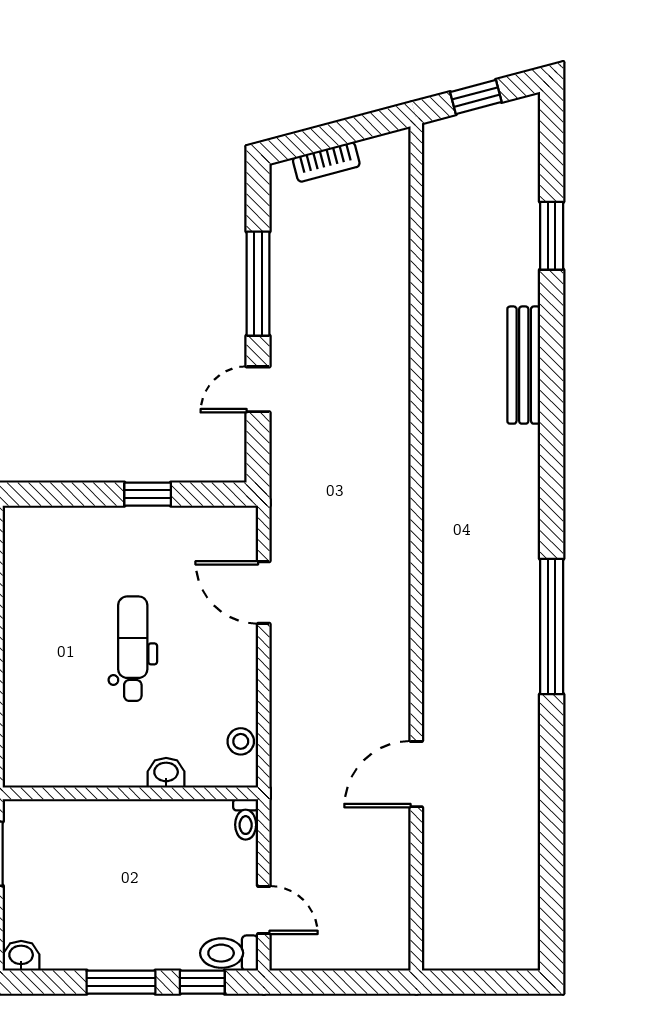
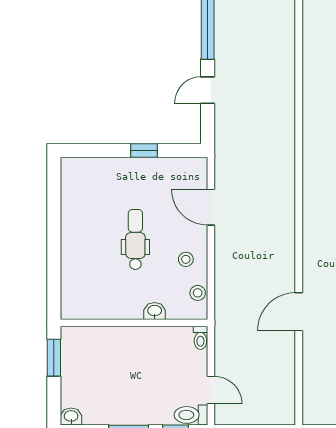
stool: (220, 683) -> (186, 259), added

